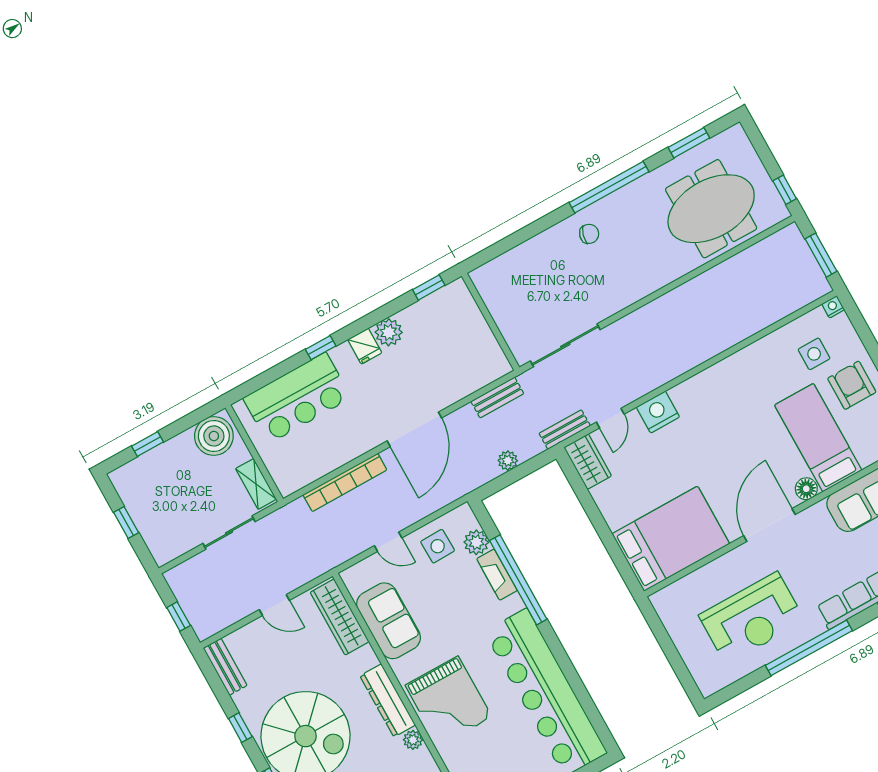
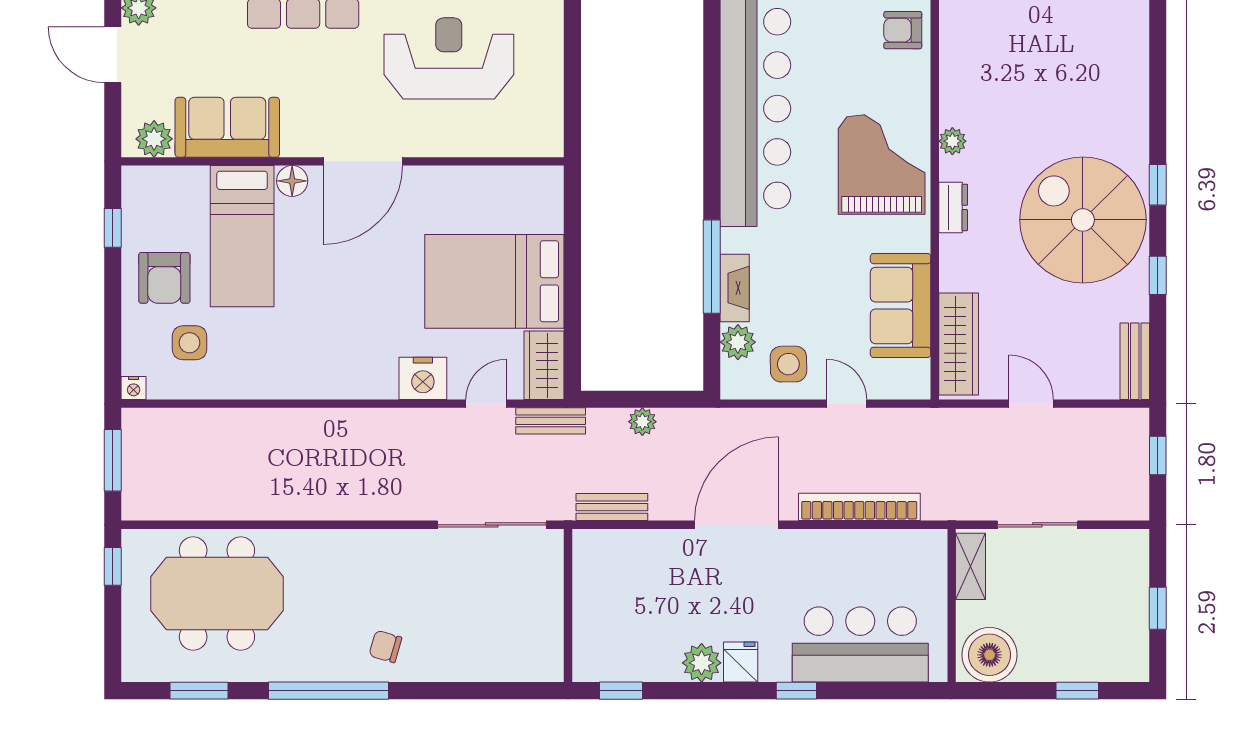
bed: (671, 539) -> (494, 281), moved
window: (518, 580) -> (712, 267), width x0.68
dresser: (388, 700) -> (953, 207), width x0.51, depth x0.80

